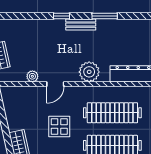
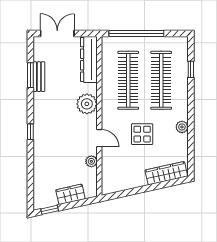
window: (105, 16) -> (30, 75), moved
bench: (81, 25) -> (39, 77), moved

